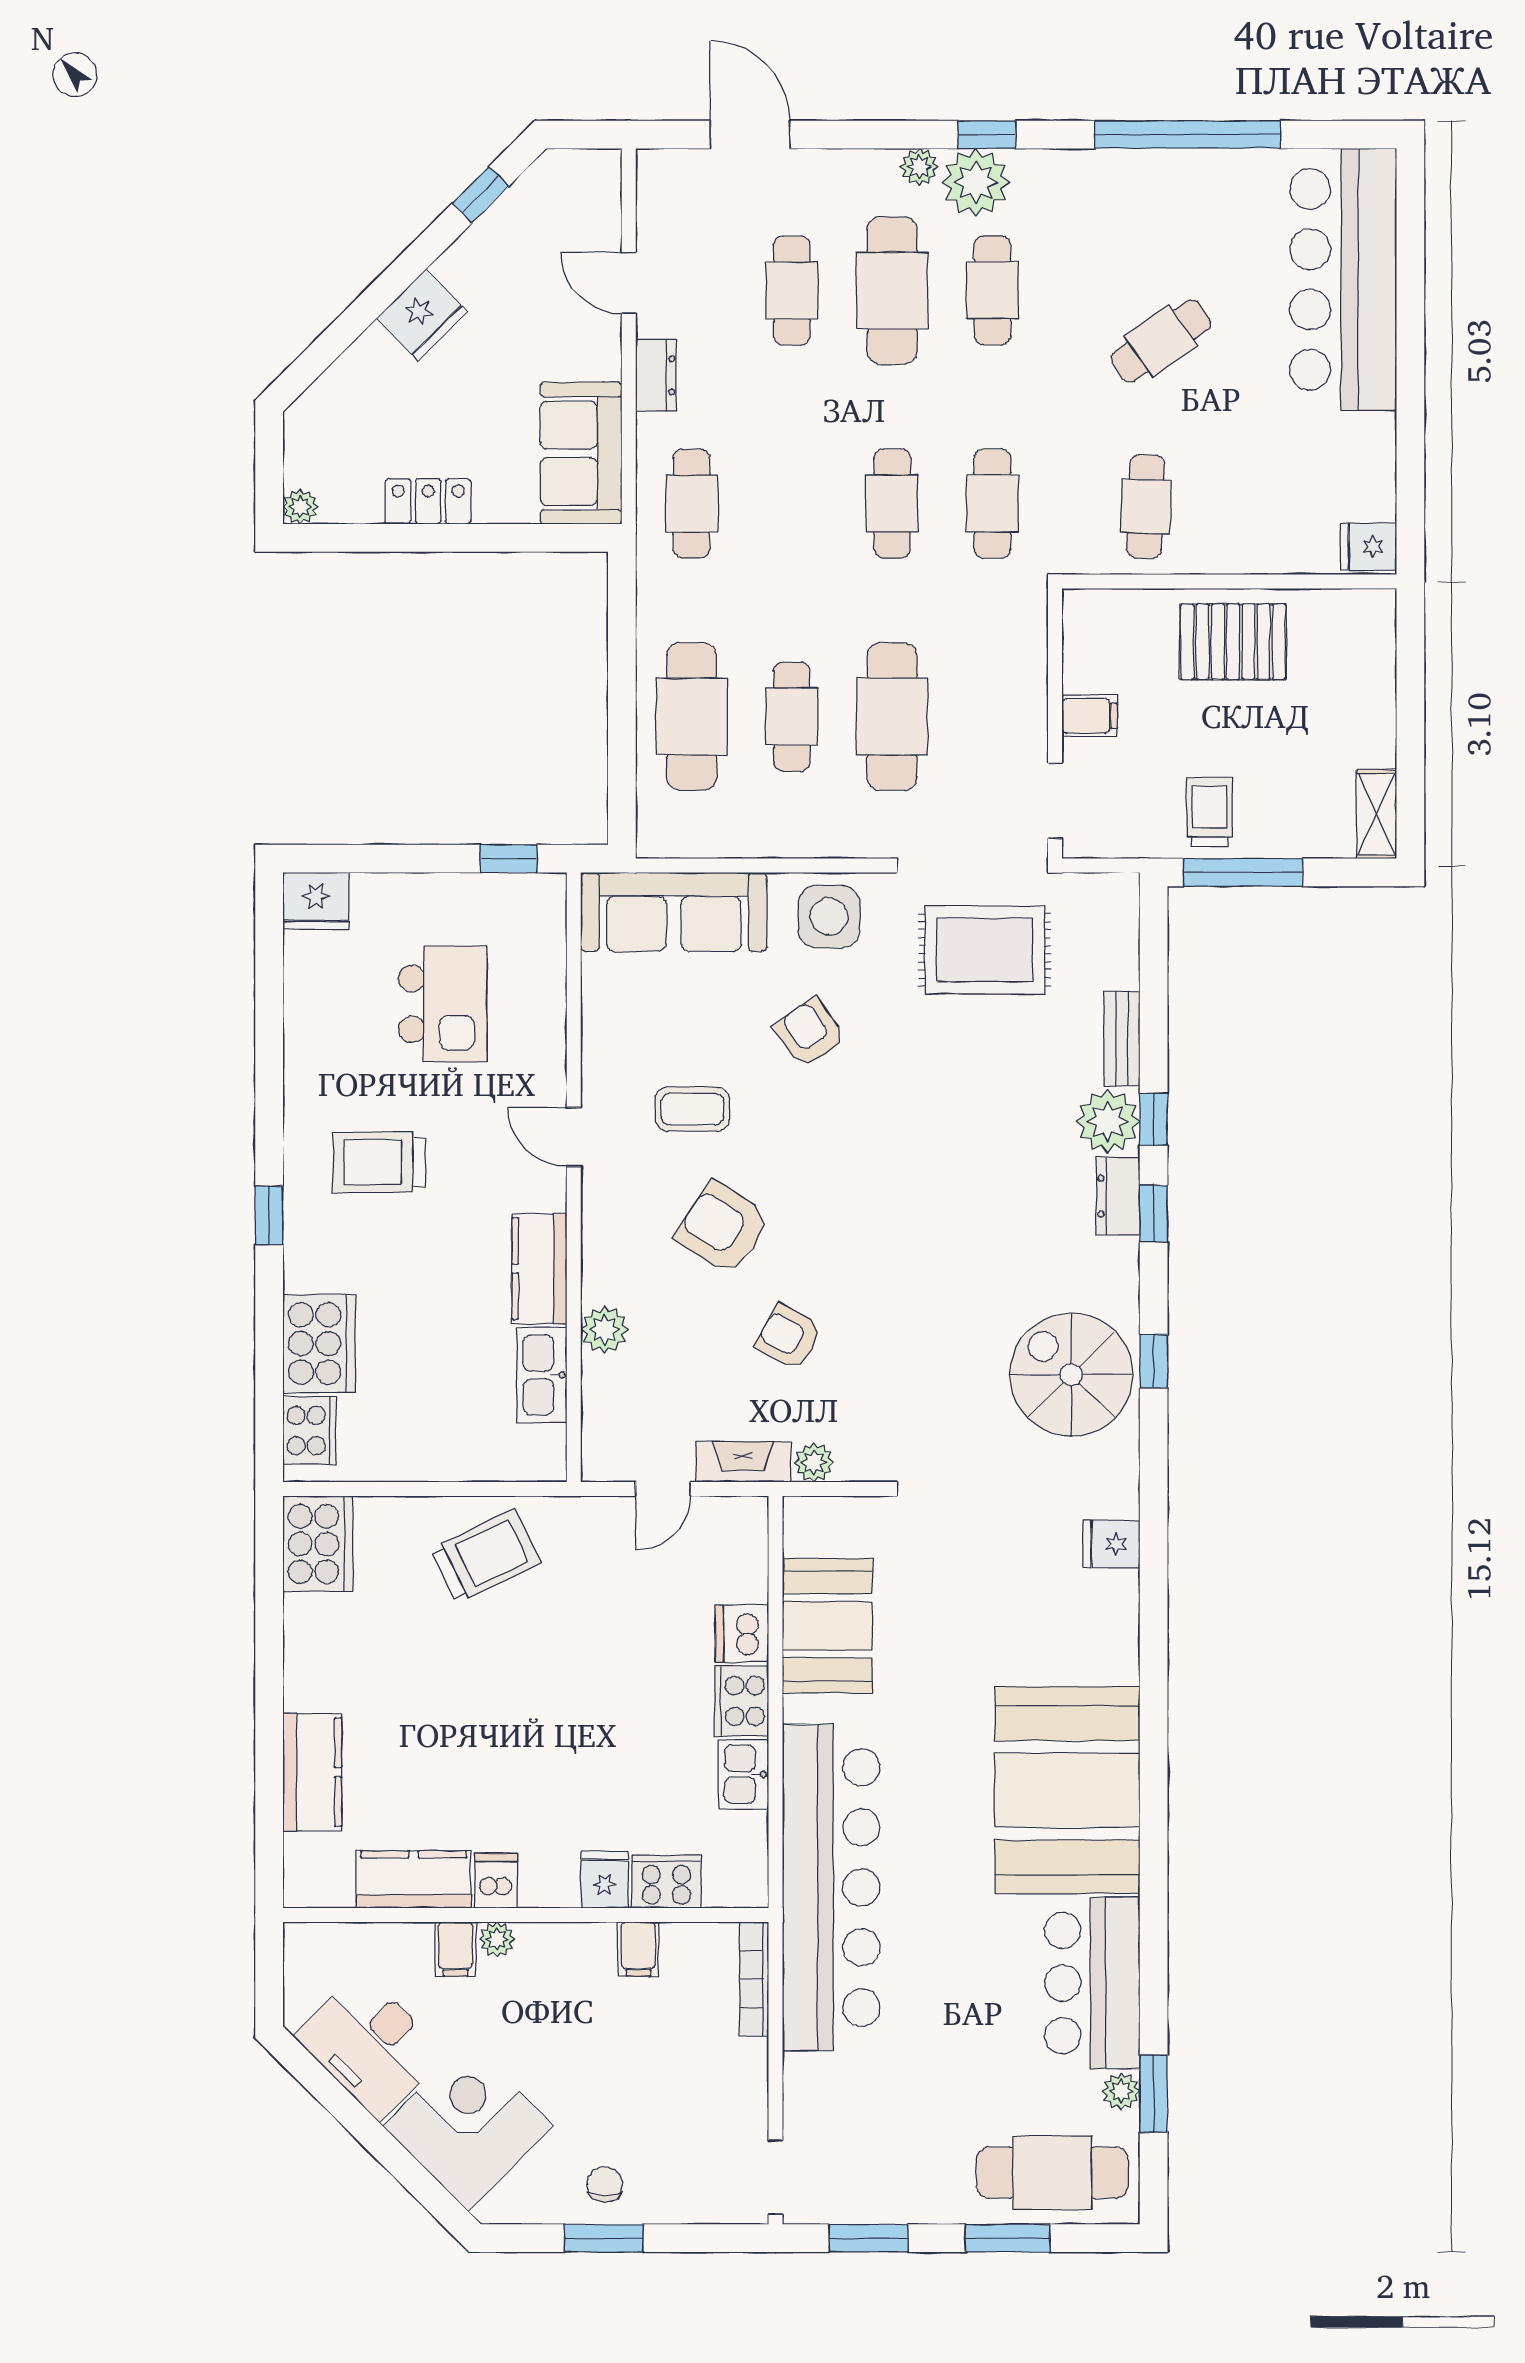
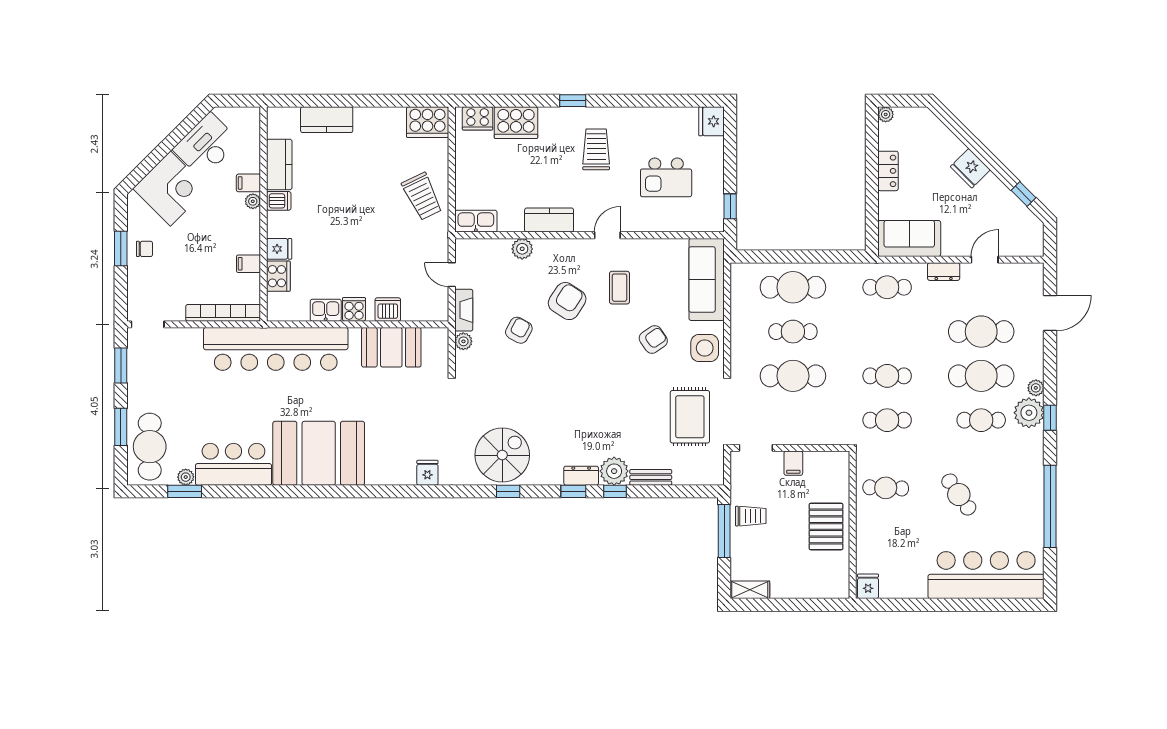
cafe table: (792, 290) -> (981, 332), width x1.37, depth x1.35
kitchen sink: (542, 1375) -> (476, 221), moved
cooker: (742, 1701) -> (354, 309), width x0.73
bookcase: (754, 1979) -> (223, 313), width x1.48, depth x1.31

